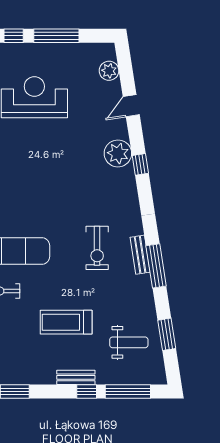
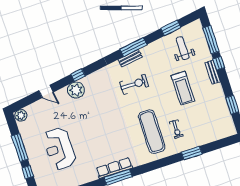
plant: (109, 71) -> (21, 115), moved

